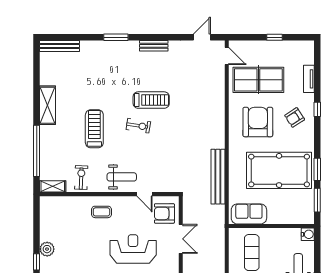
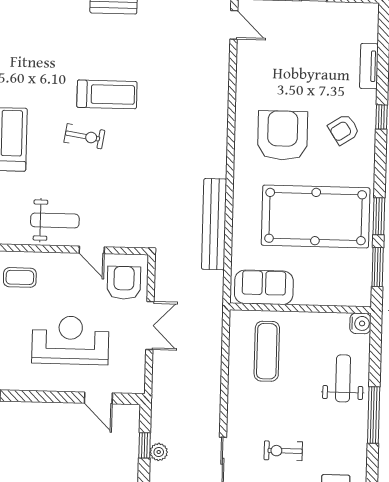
table tennis table: (258, 80) -> (285, 66), removed
armchair: (164, 213) -> (124, 283), turned 90

